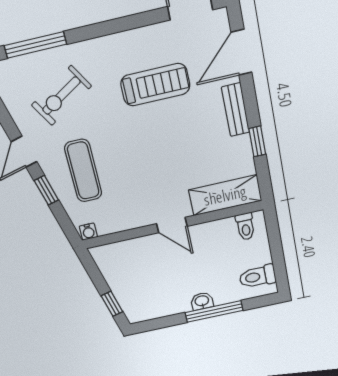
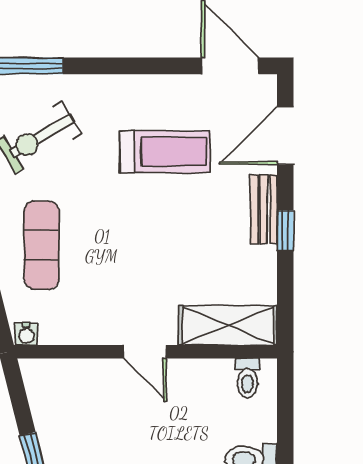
window: (257, 141) -> (285, 231), moved

